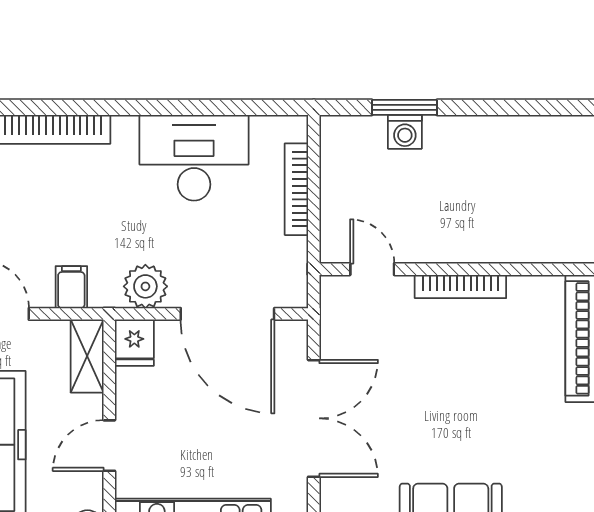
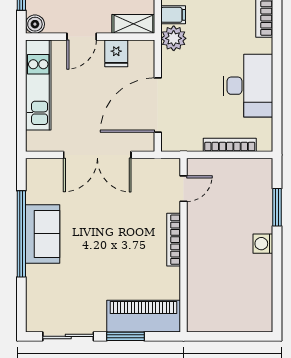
washing machine: (405, 132) -> (263, 244), moved
plant: (145, 286) -> (174, 38), moved
fridge: (134, 343) -> (116, 53), moved, turned -90
door: (109, 446) -> (82, 37), swing flipped

